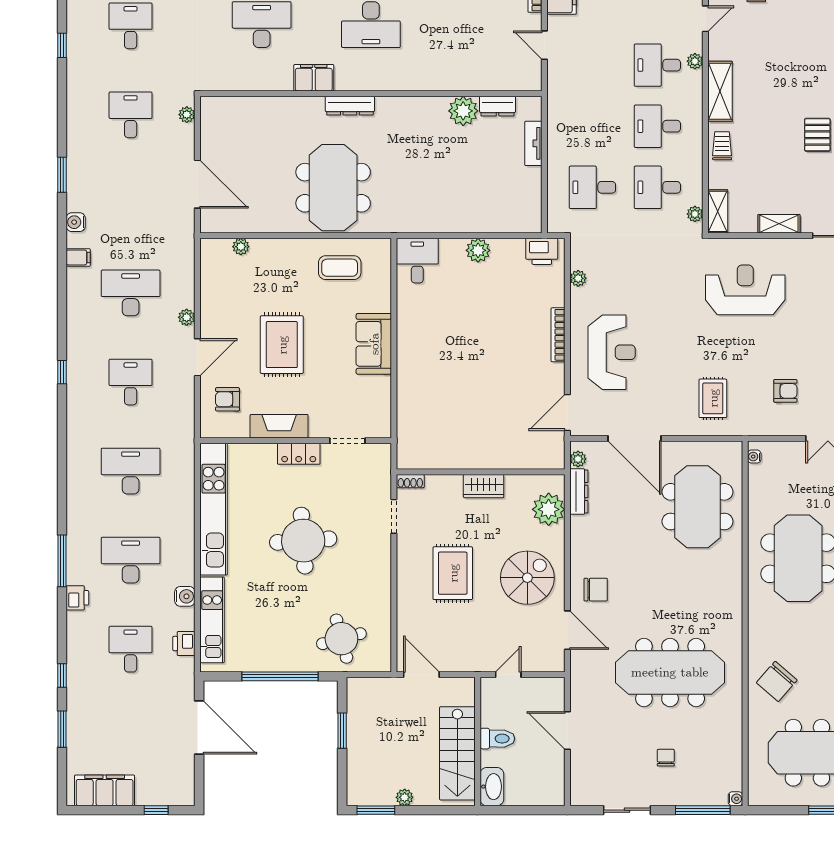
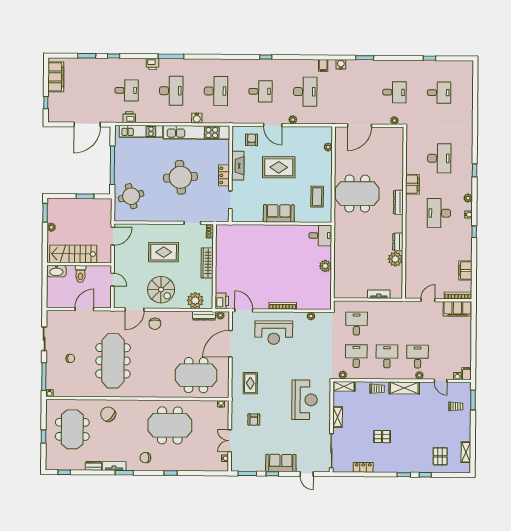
dresser: (498, 106) -> (398, 242), moved
printer: (542, 251) -> (222, 301), moved, turned 180
rug: (713, 398) -> (250, 383), turned 90
wardrobe: (484, 486) -> (207, 263), width x1.50
water cooler: (185, 596) -> (197, 118), moved

